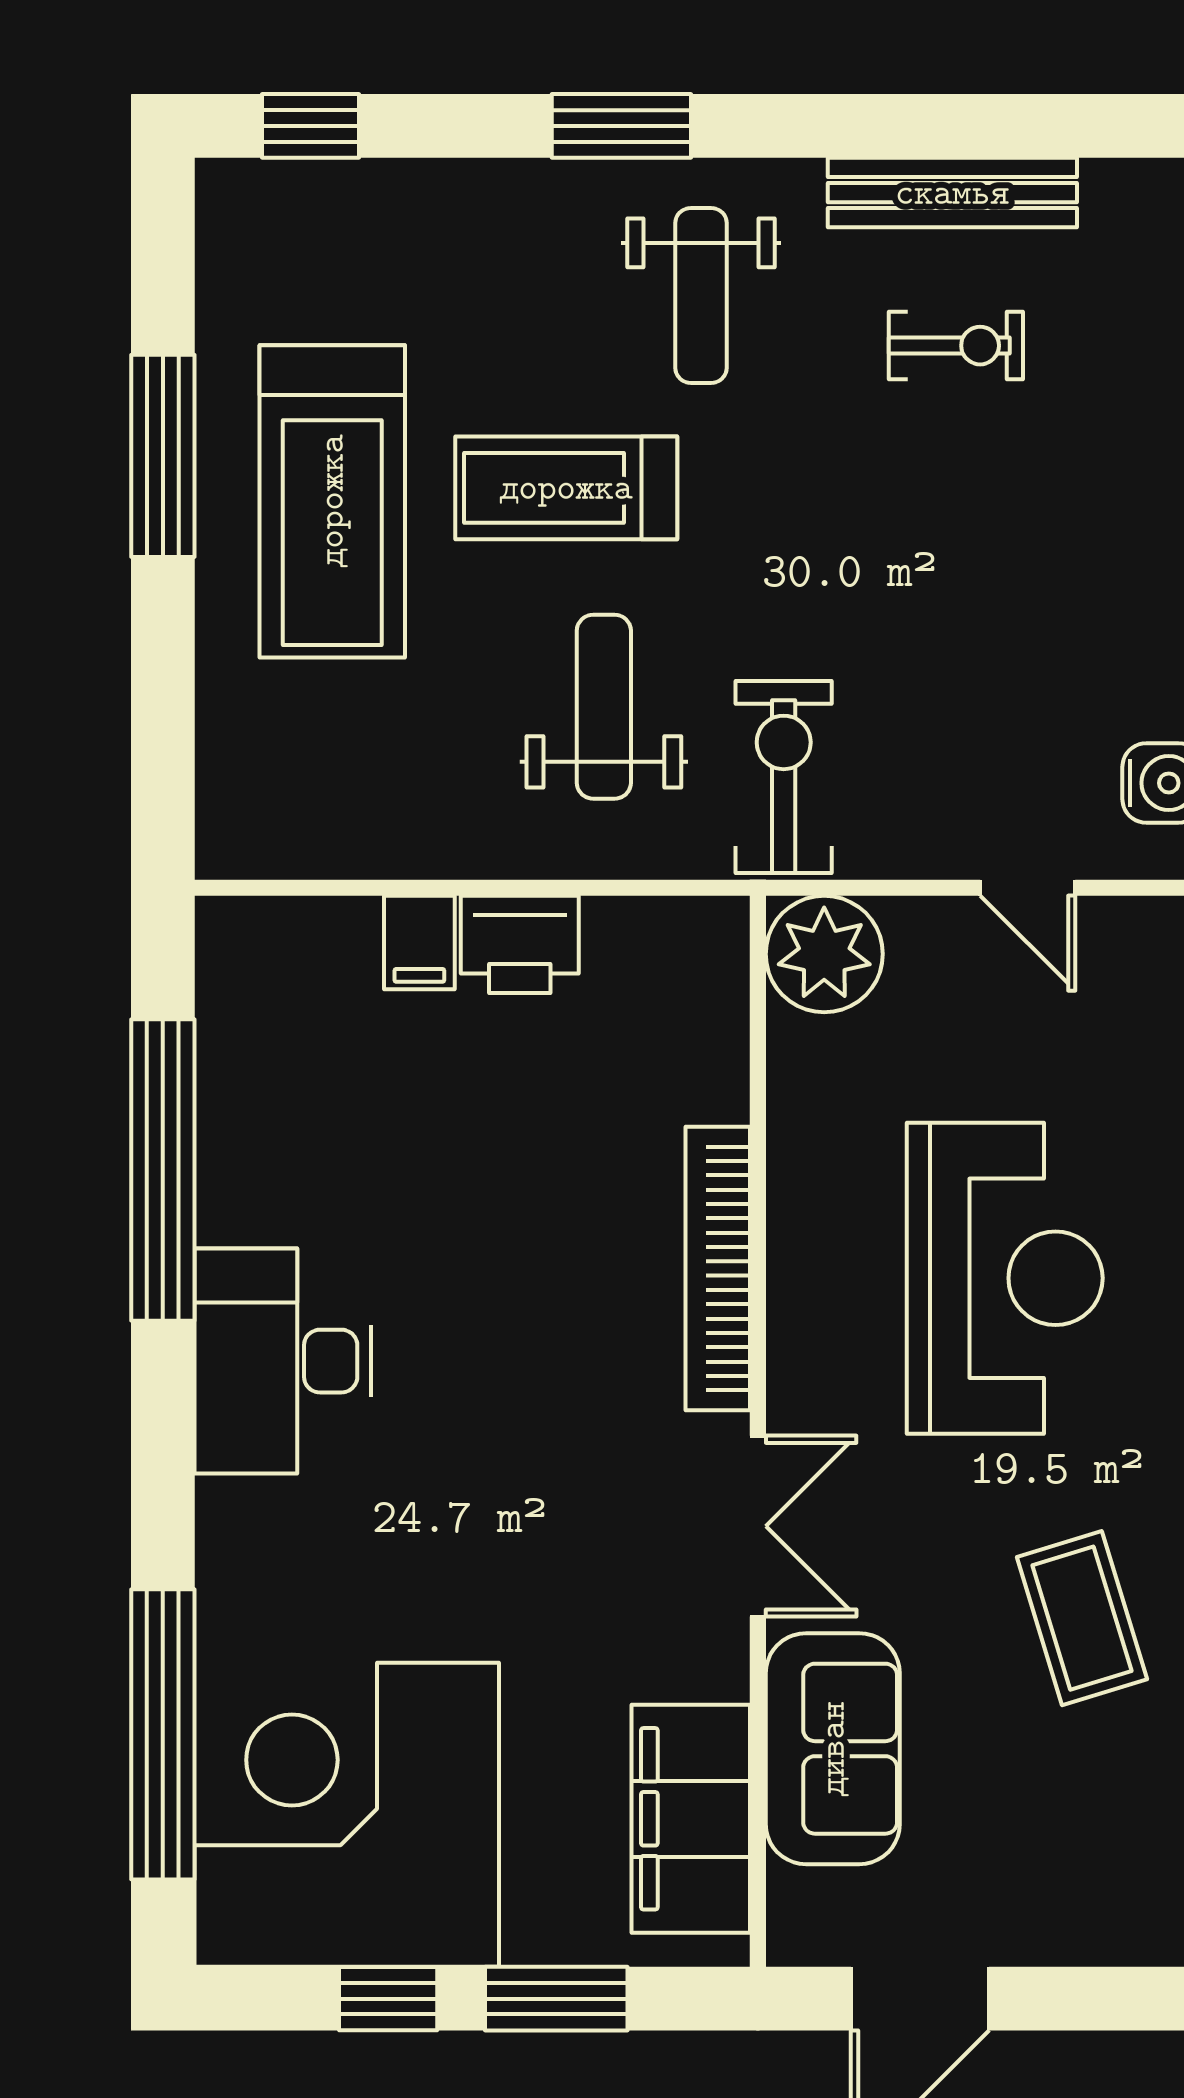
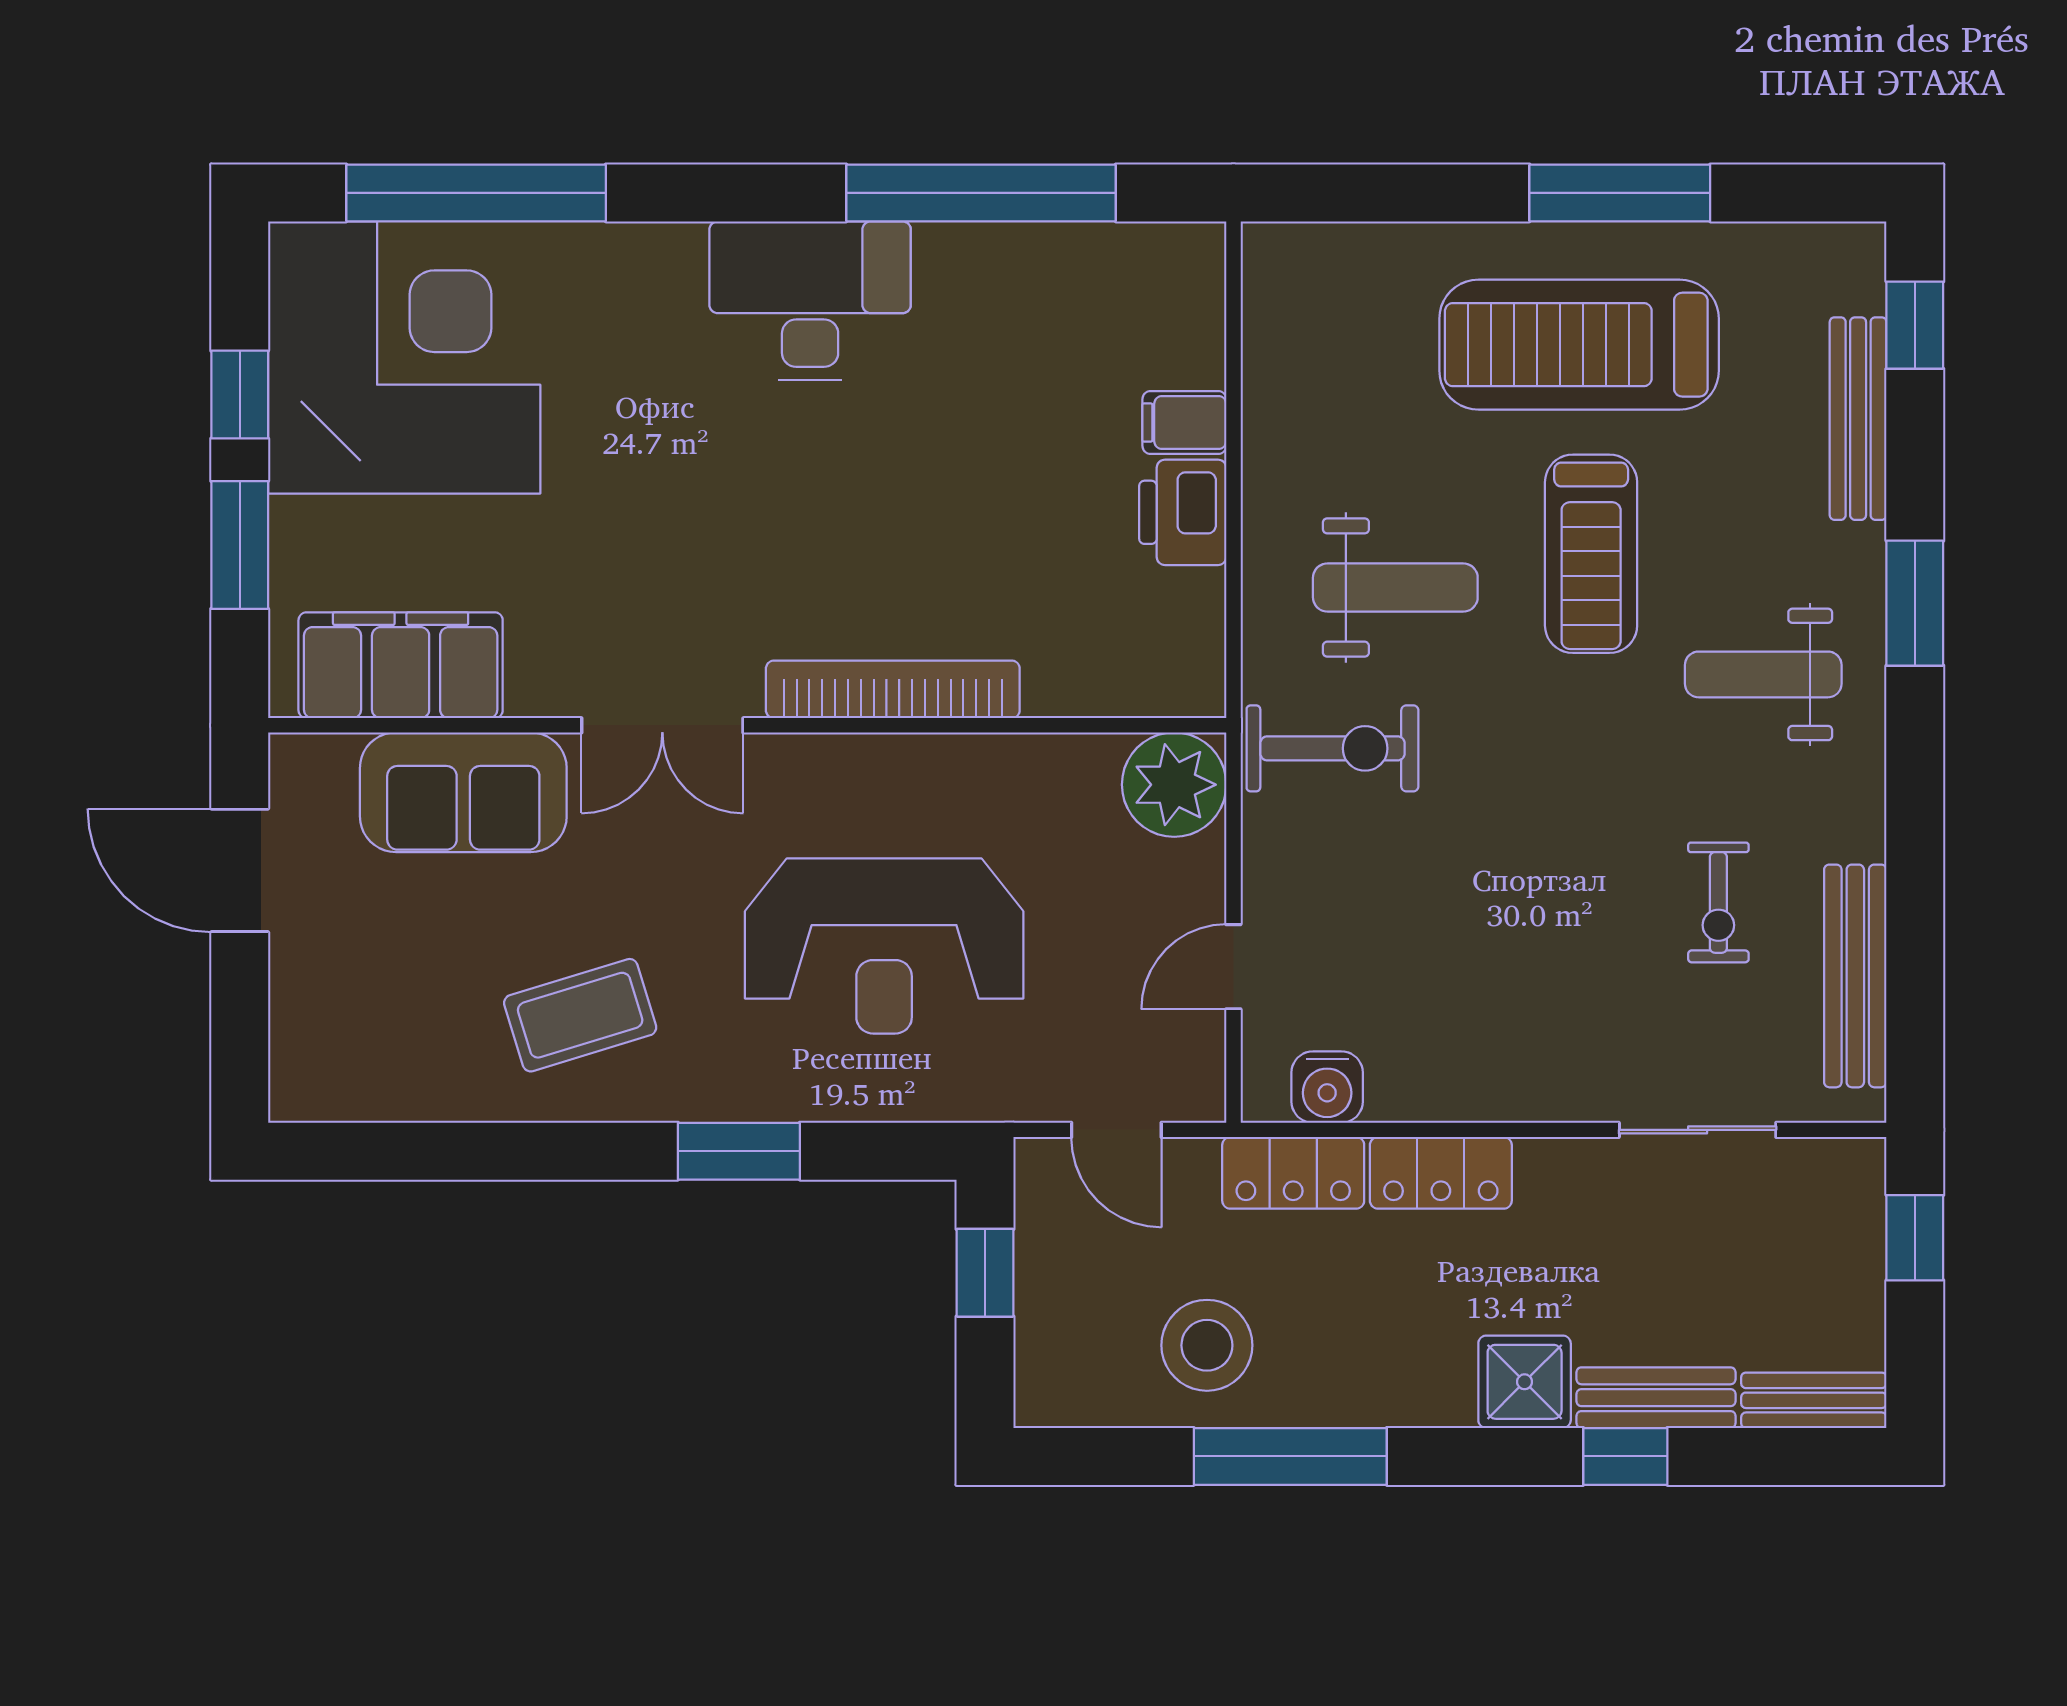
bench: (415, 189) -> (1858, 419), added
bench: (952, 193) -> (1855, 976), moved
treadmill: (566, 488) -> (1591, 554), turned 180

